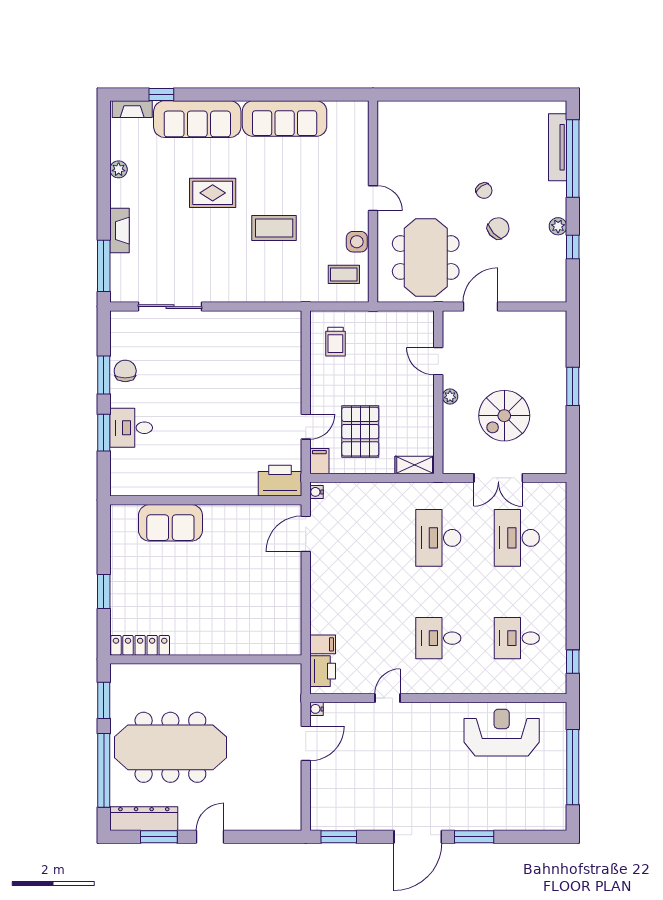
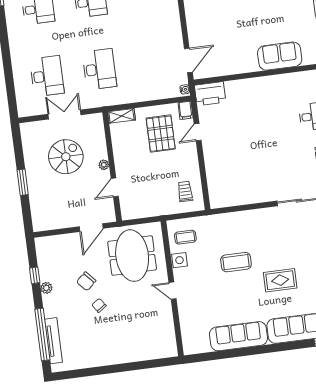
door: (438, 361) -> (115, 187), swing flipped

